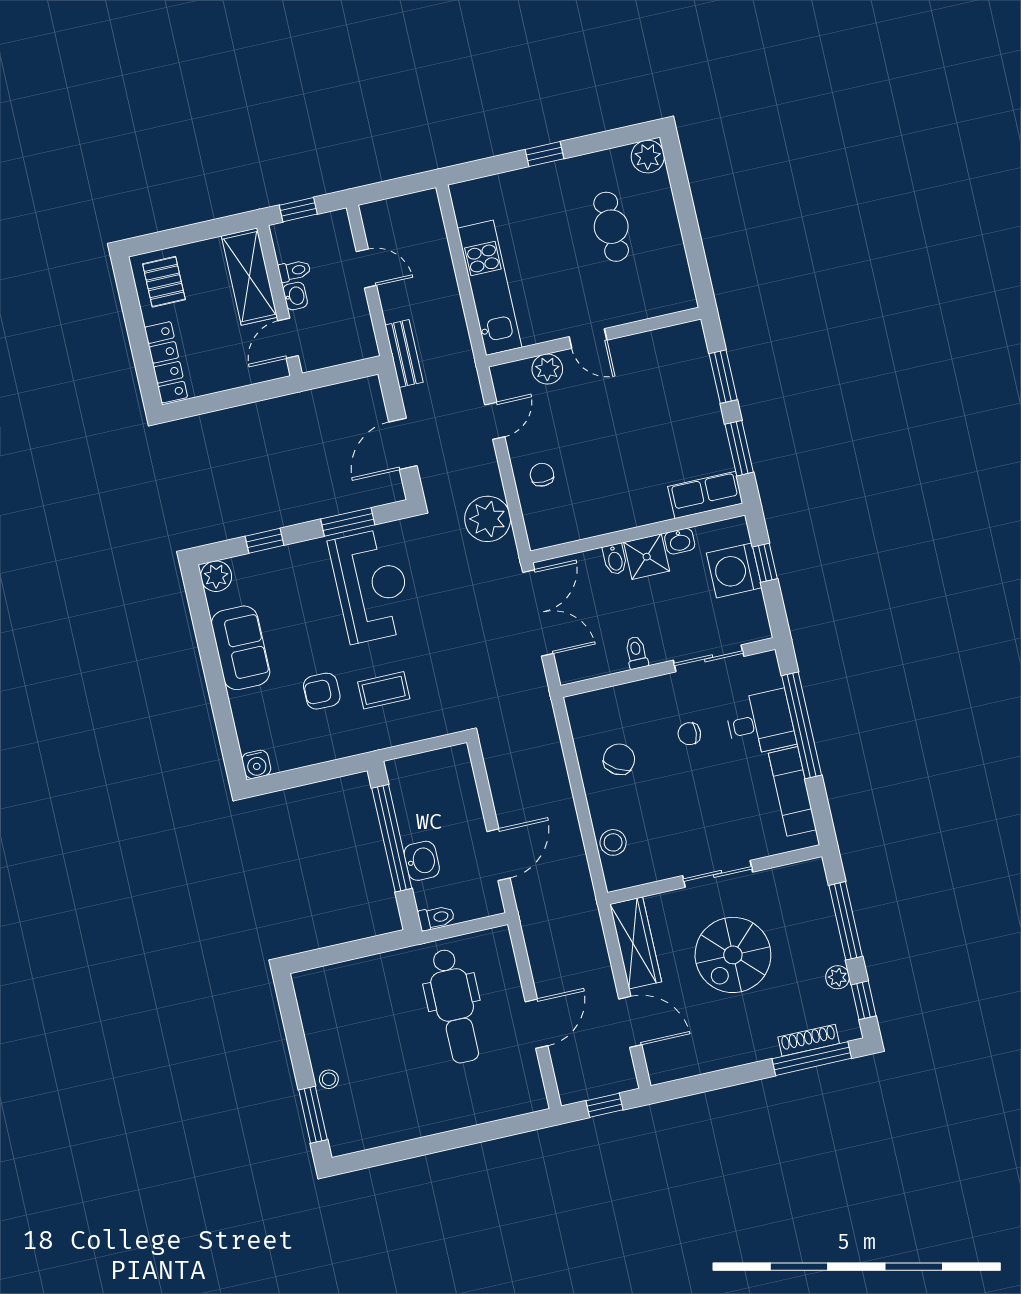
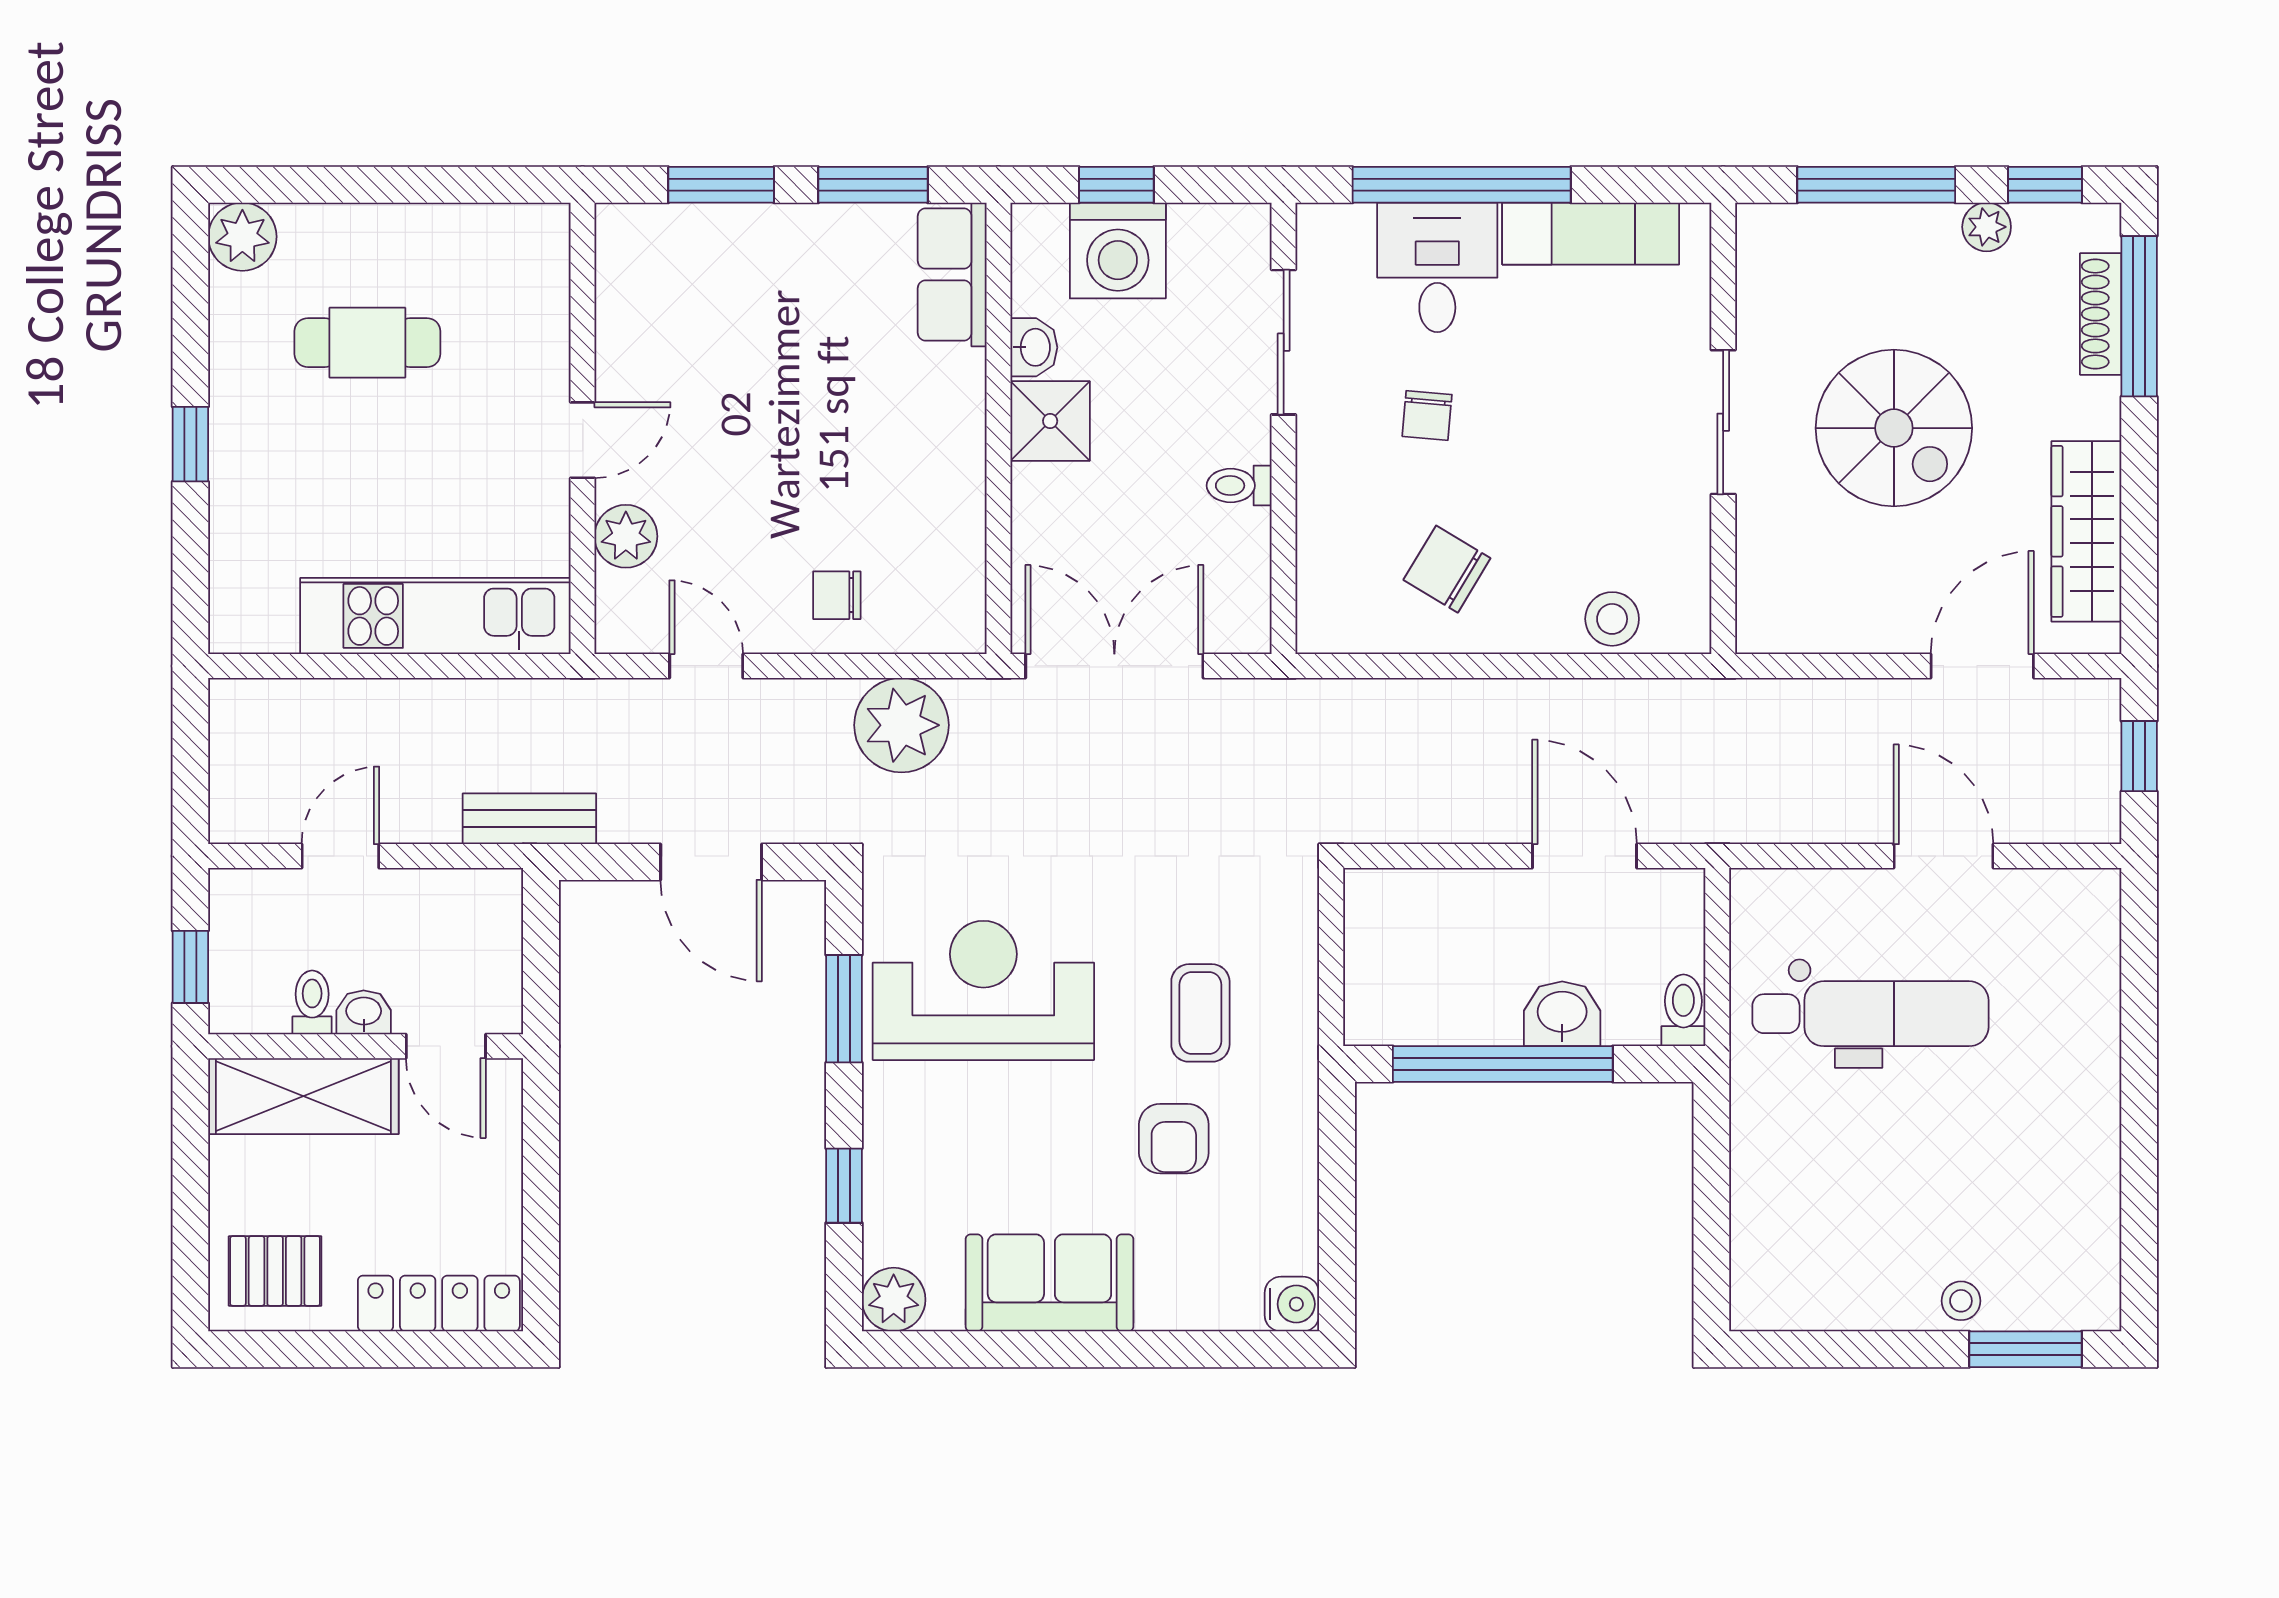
bidet: (615, 559) -> (1041, 486), removed
wardrobe: (636, 943) -> (2086, 531), moved, turned -90

